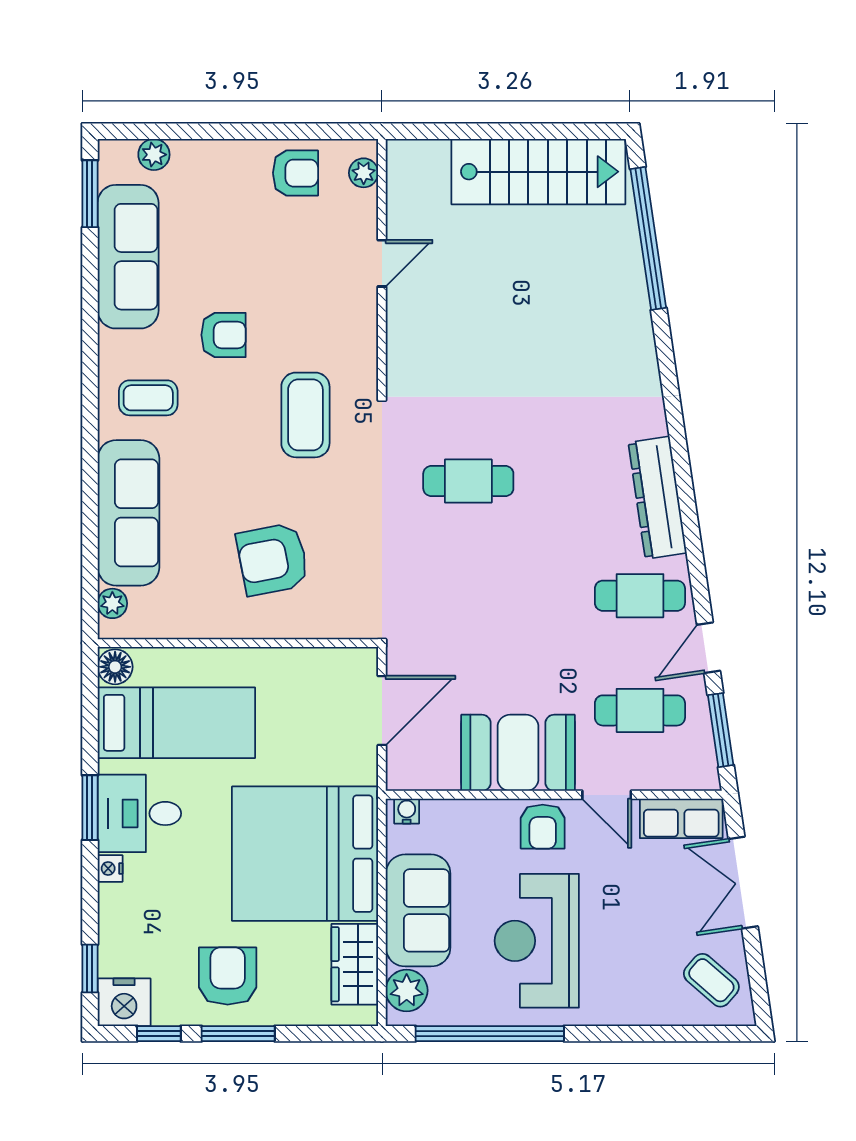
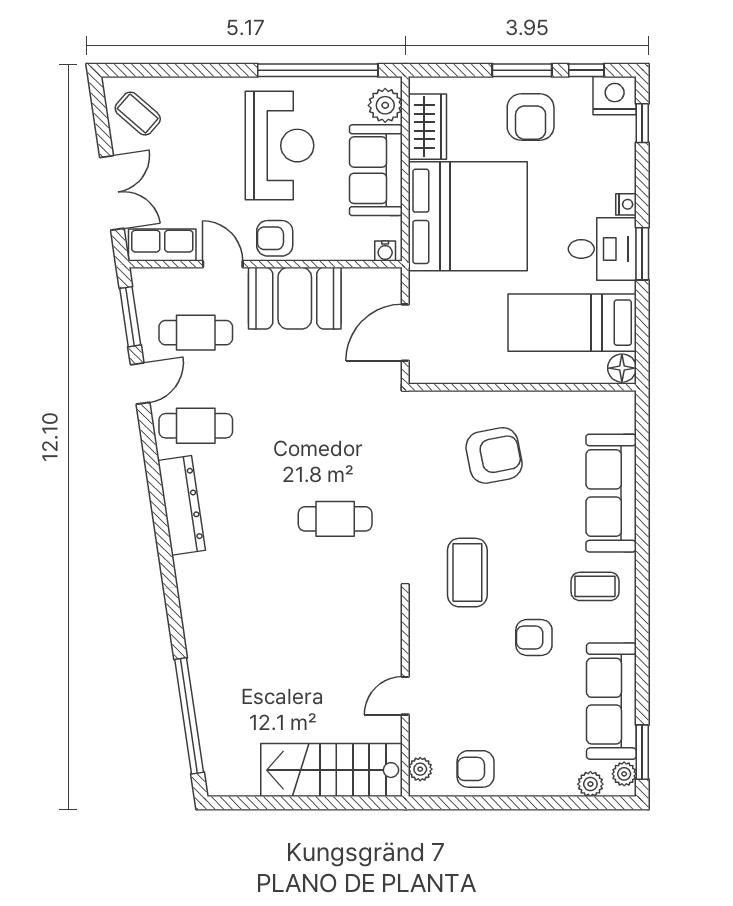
stairs: (538, 172) -> (332, 770), moved
plant: (112, 603) -> (624, 774), moved
armchair: (543, 827) -> (275, 238), turned -90

